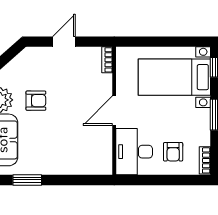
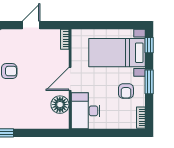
floor lamp: (101, 144) -> (60, 105), added
armchair: (173, 152) -> (126, 91), moved

